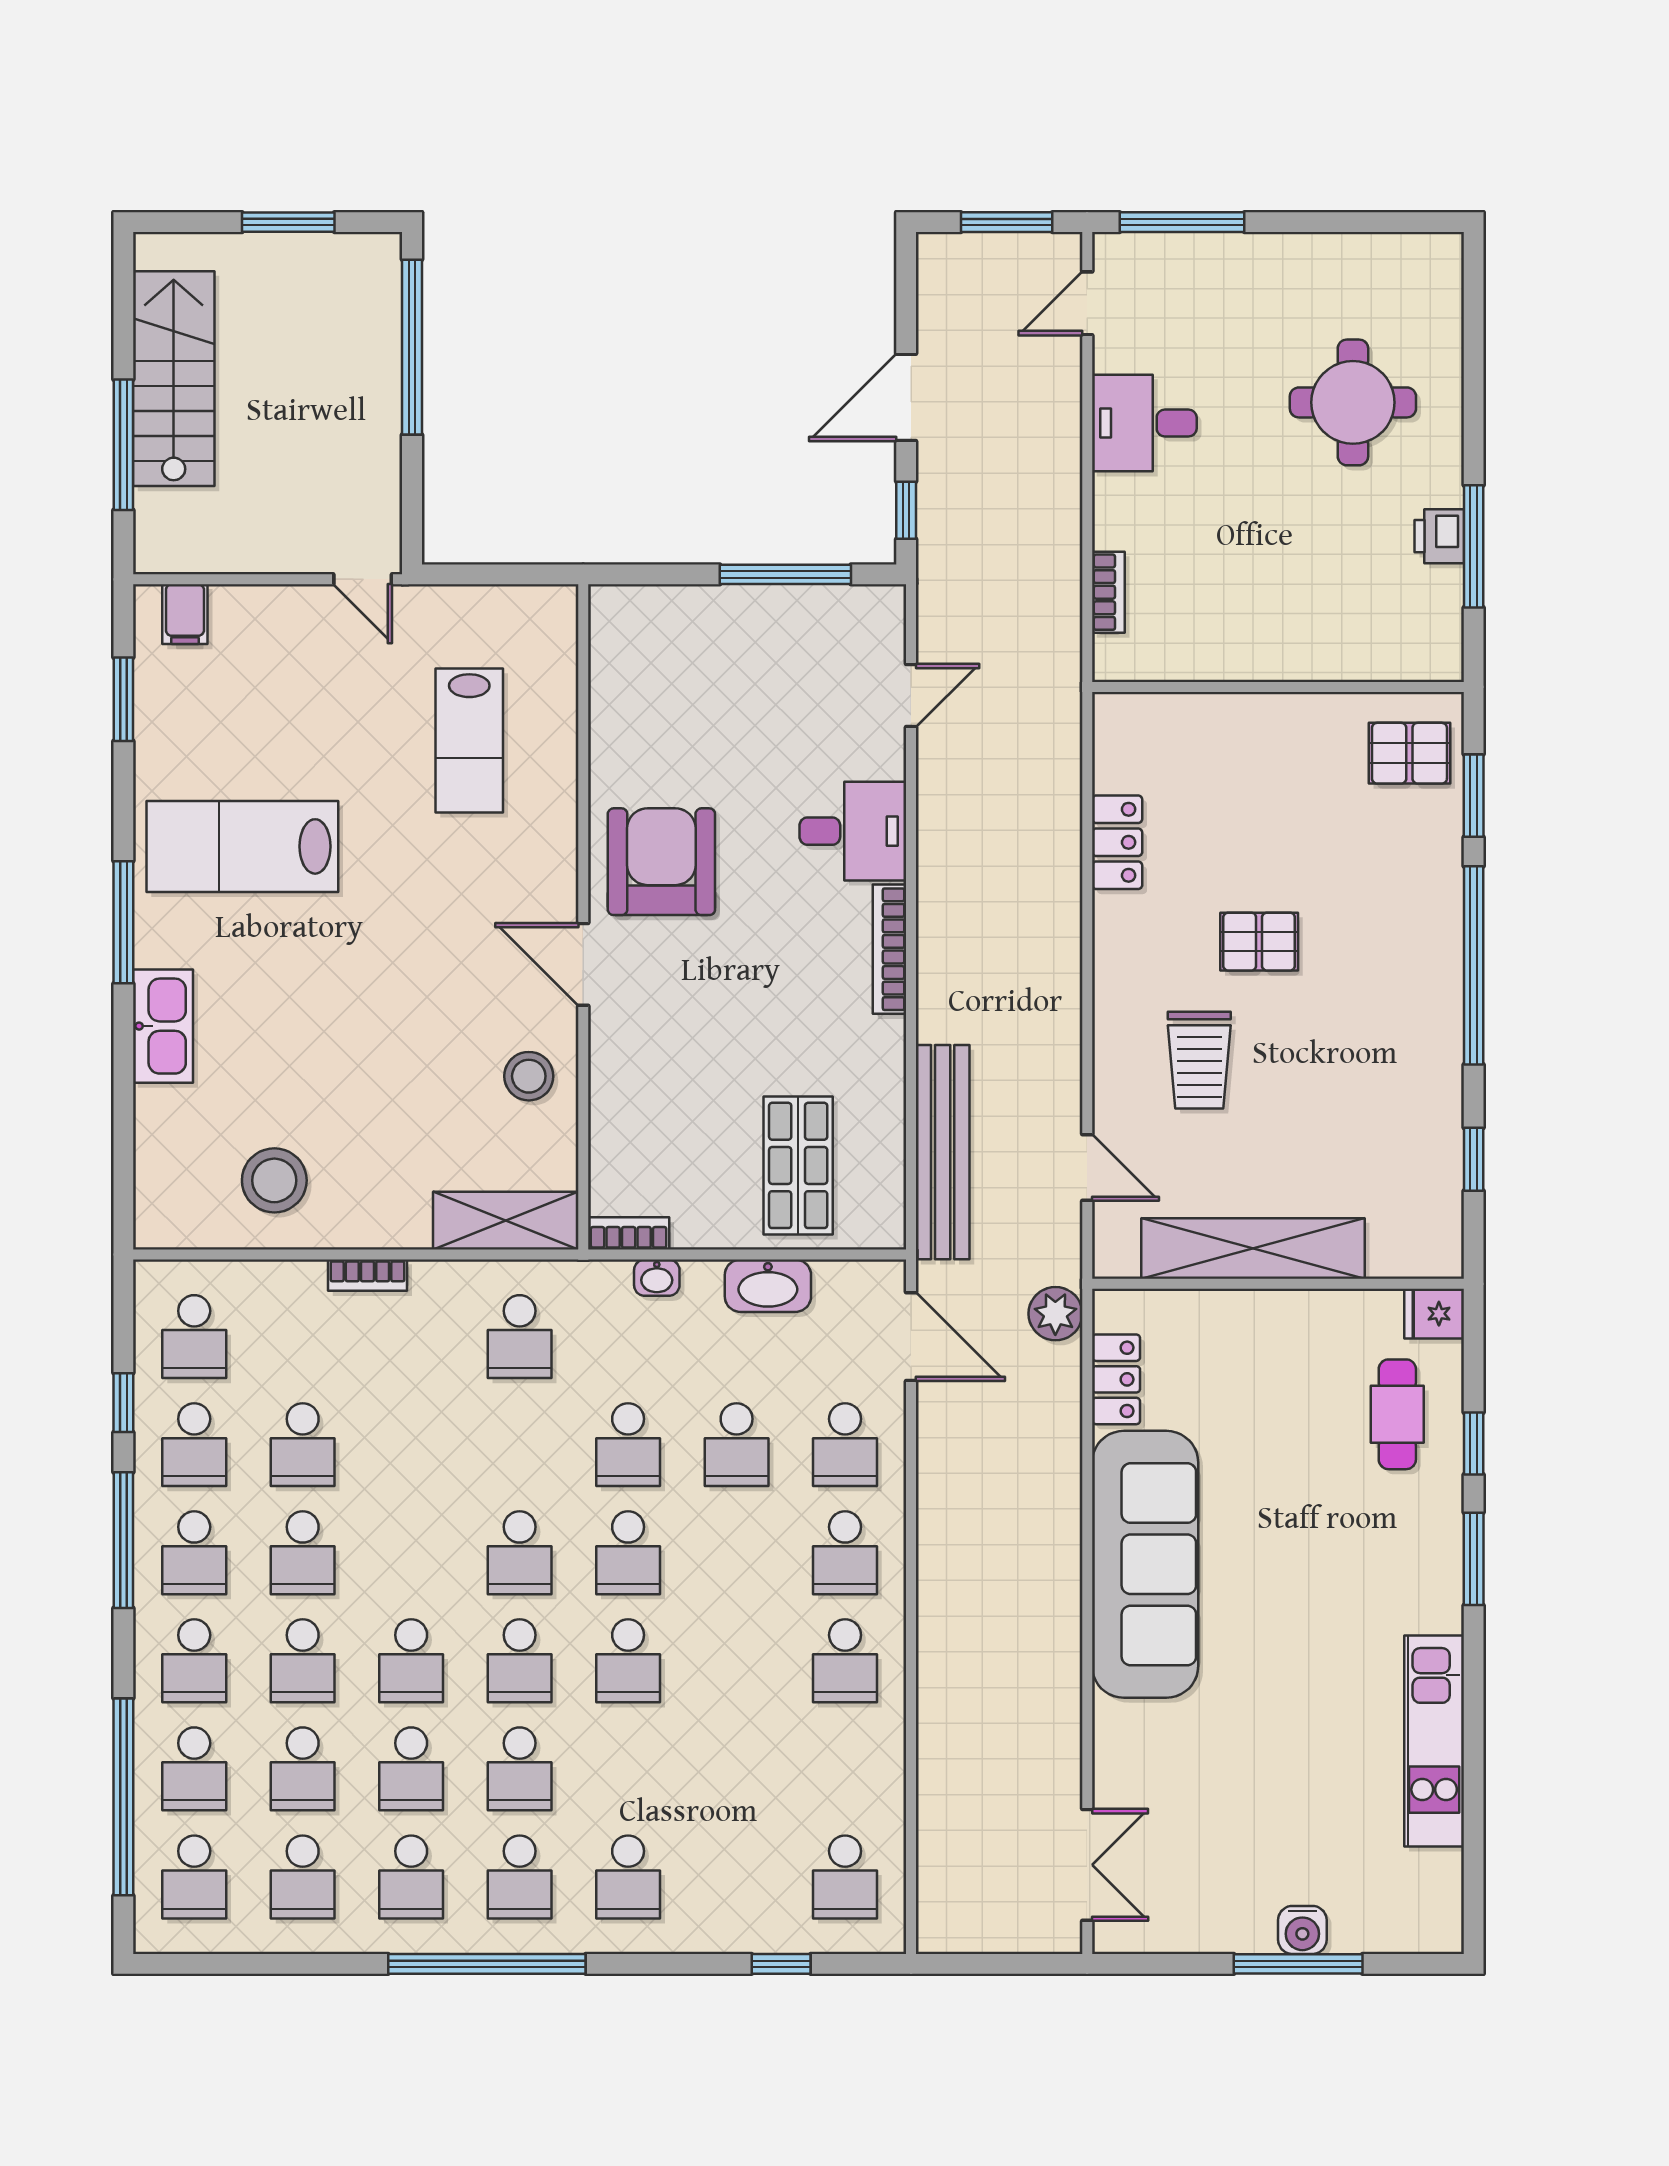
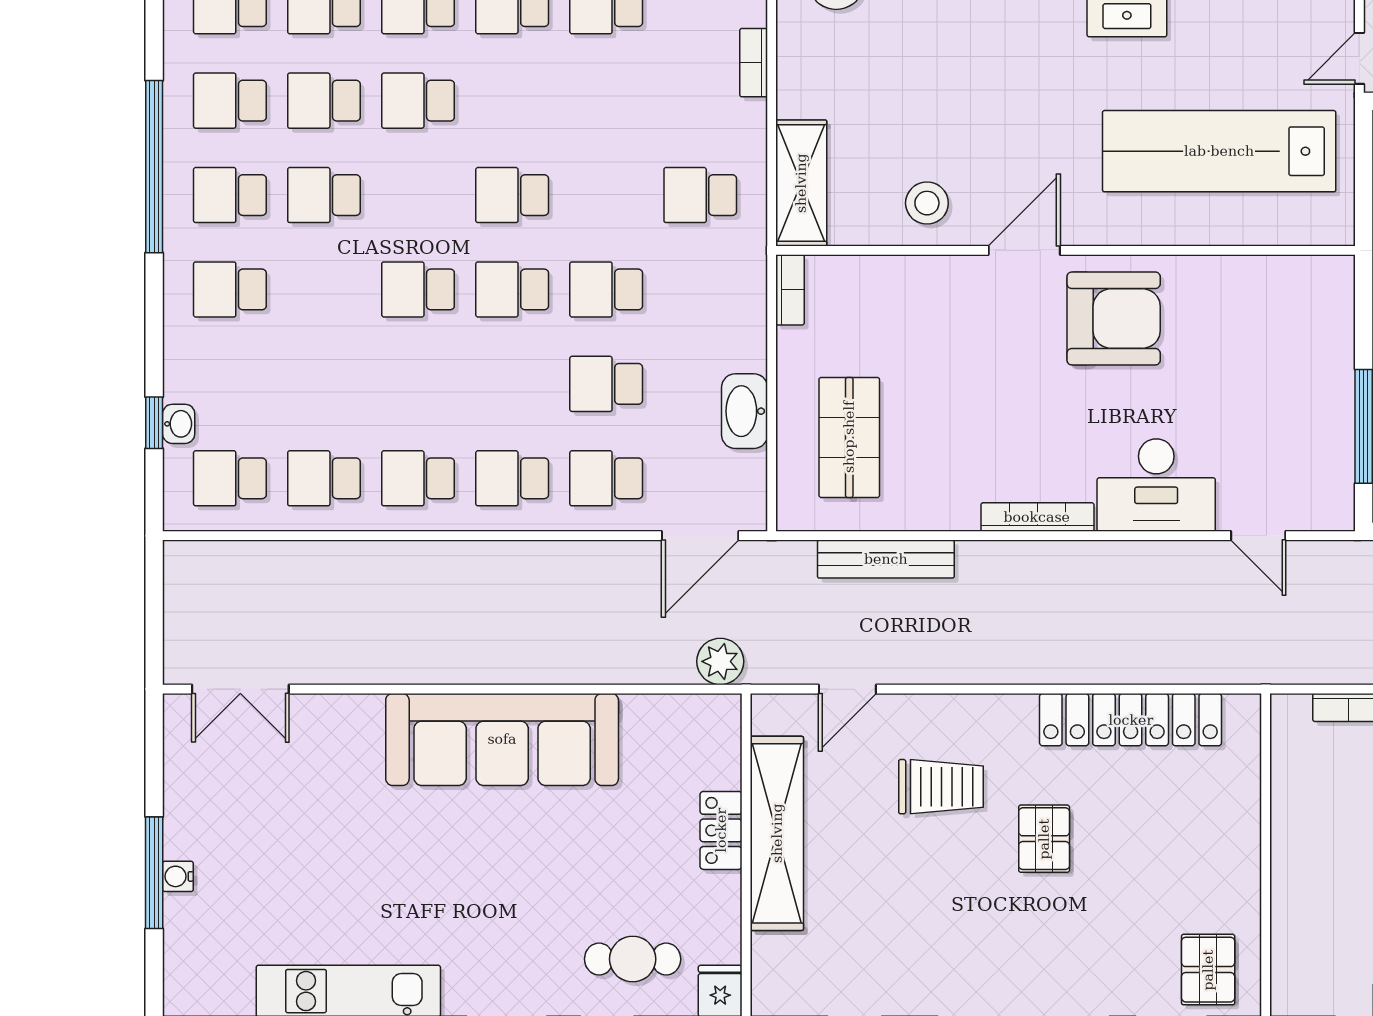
lab bench: (469, 740) -> (1219, 151), width x1.86, depth x1.39
desk: (853, 831) -> (1156, 485), width x1.37
locker: (1117, 842) -> (1131, 720), width x2.16, depth x1.21
trolley: (1199, 1060) -> (941, 787), turned 180
bench: (943, 1152) -> (886, 559), width x0.73, depth x0.82
shop shelf: (798, 1165) -> (849, 437), turned 90
washbasin: (657, 1278) -> (179, 424), moved, turned 180
locker: (1116, 1379) -> (721, 830), moved, turned 90
school desk: (520, 1661) -> (324, 478), moved
water cooler: (1302, 1930) -> (178, 876), width x0.72, depth x0.72

